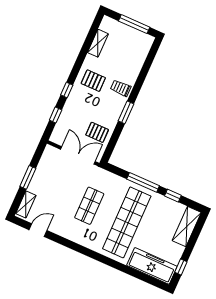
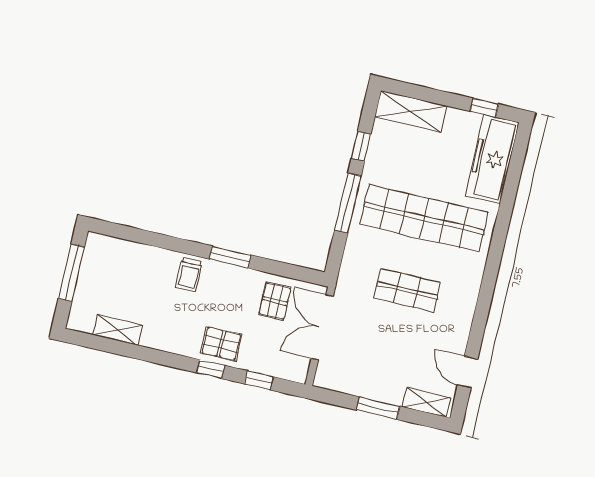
pallet: (93, 81) -> (221, 344), moved, turned 90

